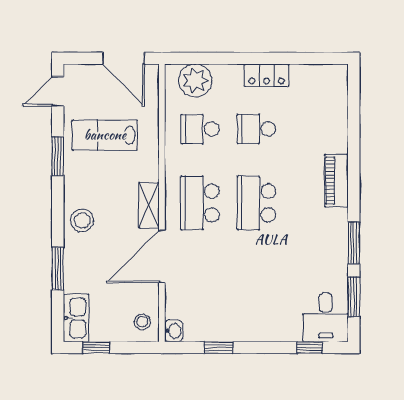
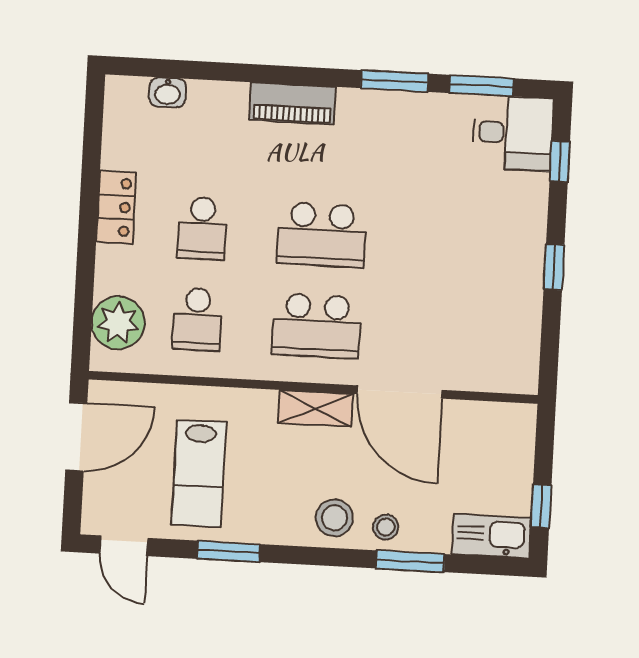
stool: (142, 322) -> (386, 527), moved
washbasin: (174, 331) -> (168, 92), moved, turned 180
window: (218, 348) -> (554, 267), moved

